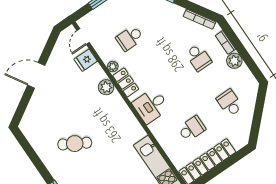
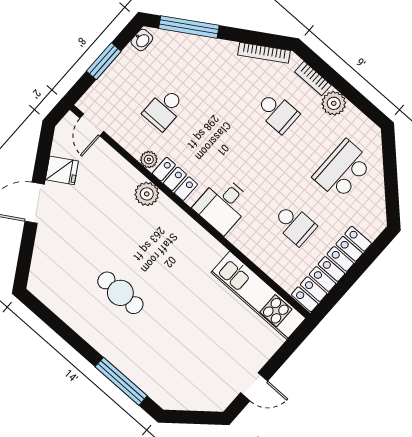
fridge: (86, 60) -> (62, 170), moved, turned -121
school desk: (230, 103) -> (343, 170), width x1.85
school desk: (192, 129) -> (295, 224), turned 90
cafe table: (75, 144) -> (120, 293), turned 60

